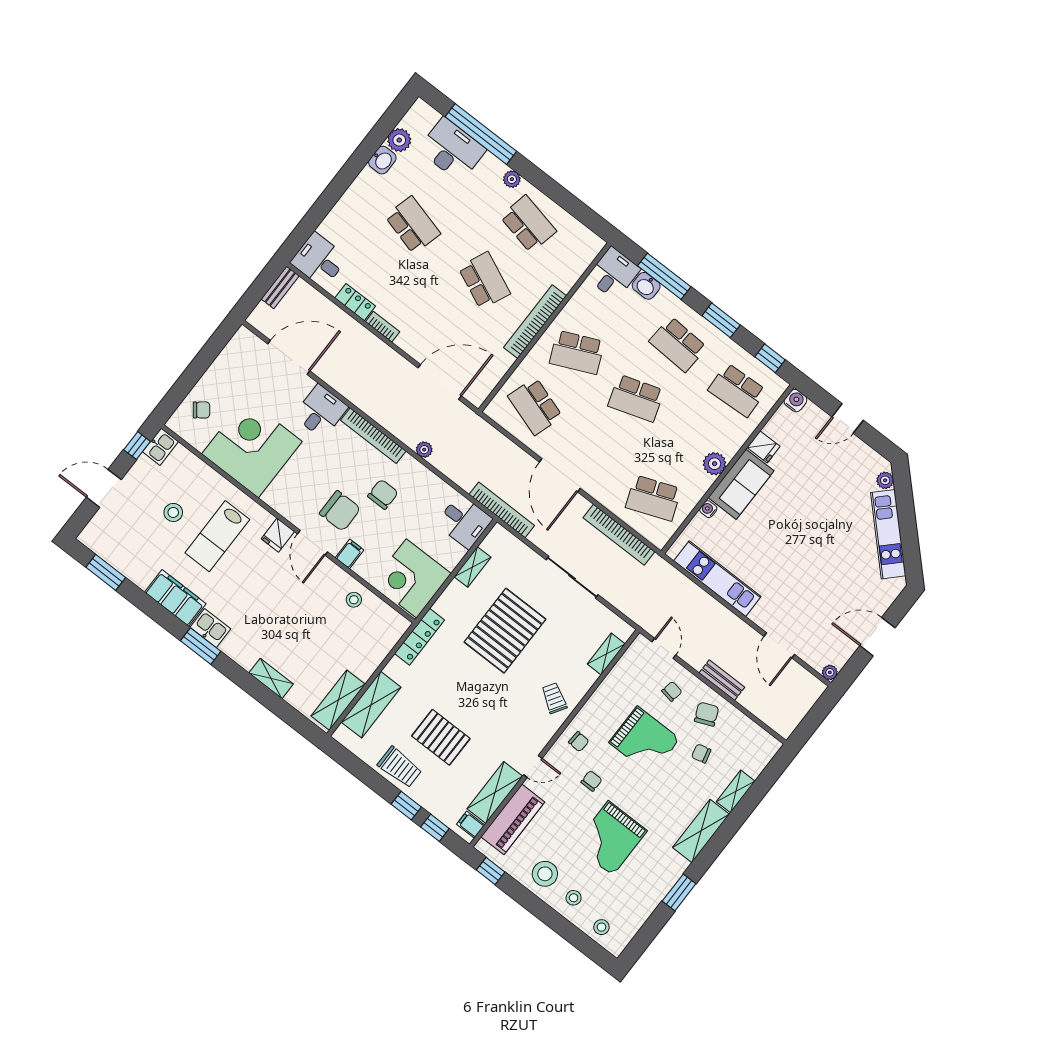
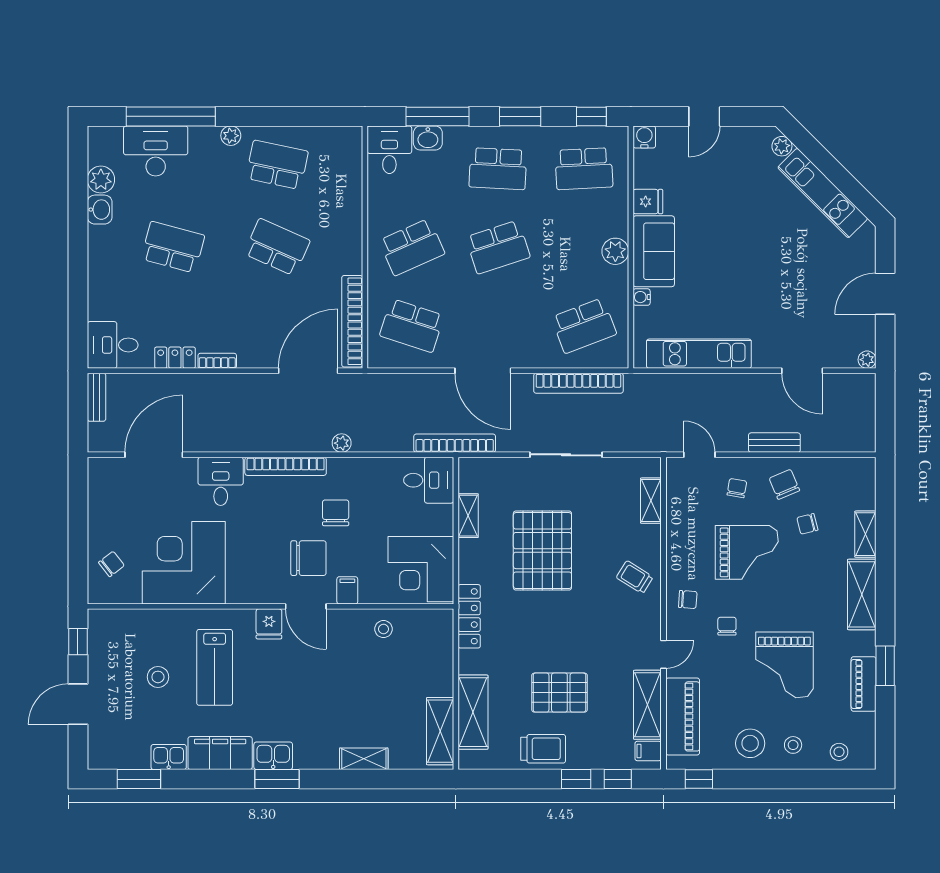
bookcase: (535, 322) -> (352, 321), moved
kitchen sink: (160, 447) -> (169, 757), moved, turned -90
piano: (654, 893) -> (864, 684), added

